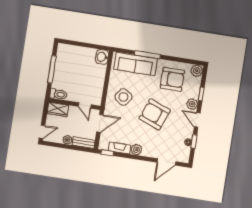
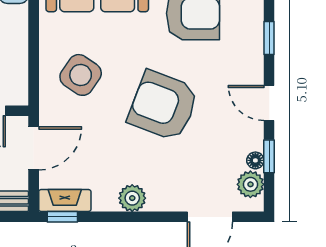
plant: (192, 104) -> (250, 184), moved
fireplace: (120, 148) -> (65, 200), moved

